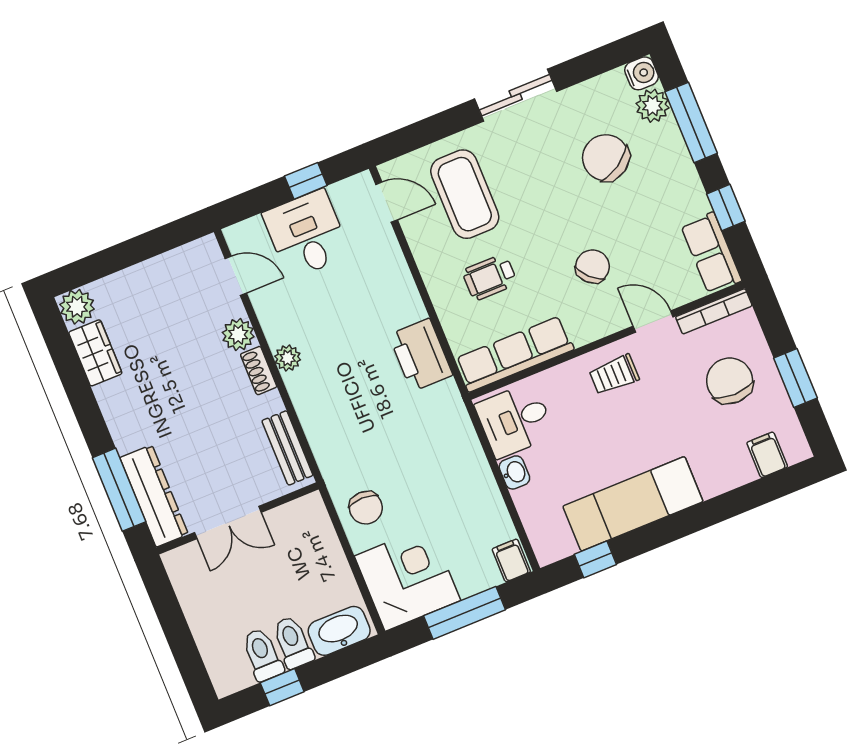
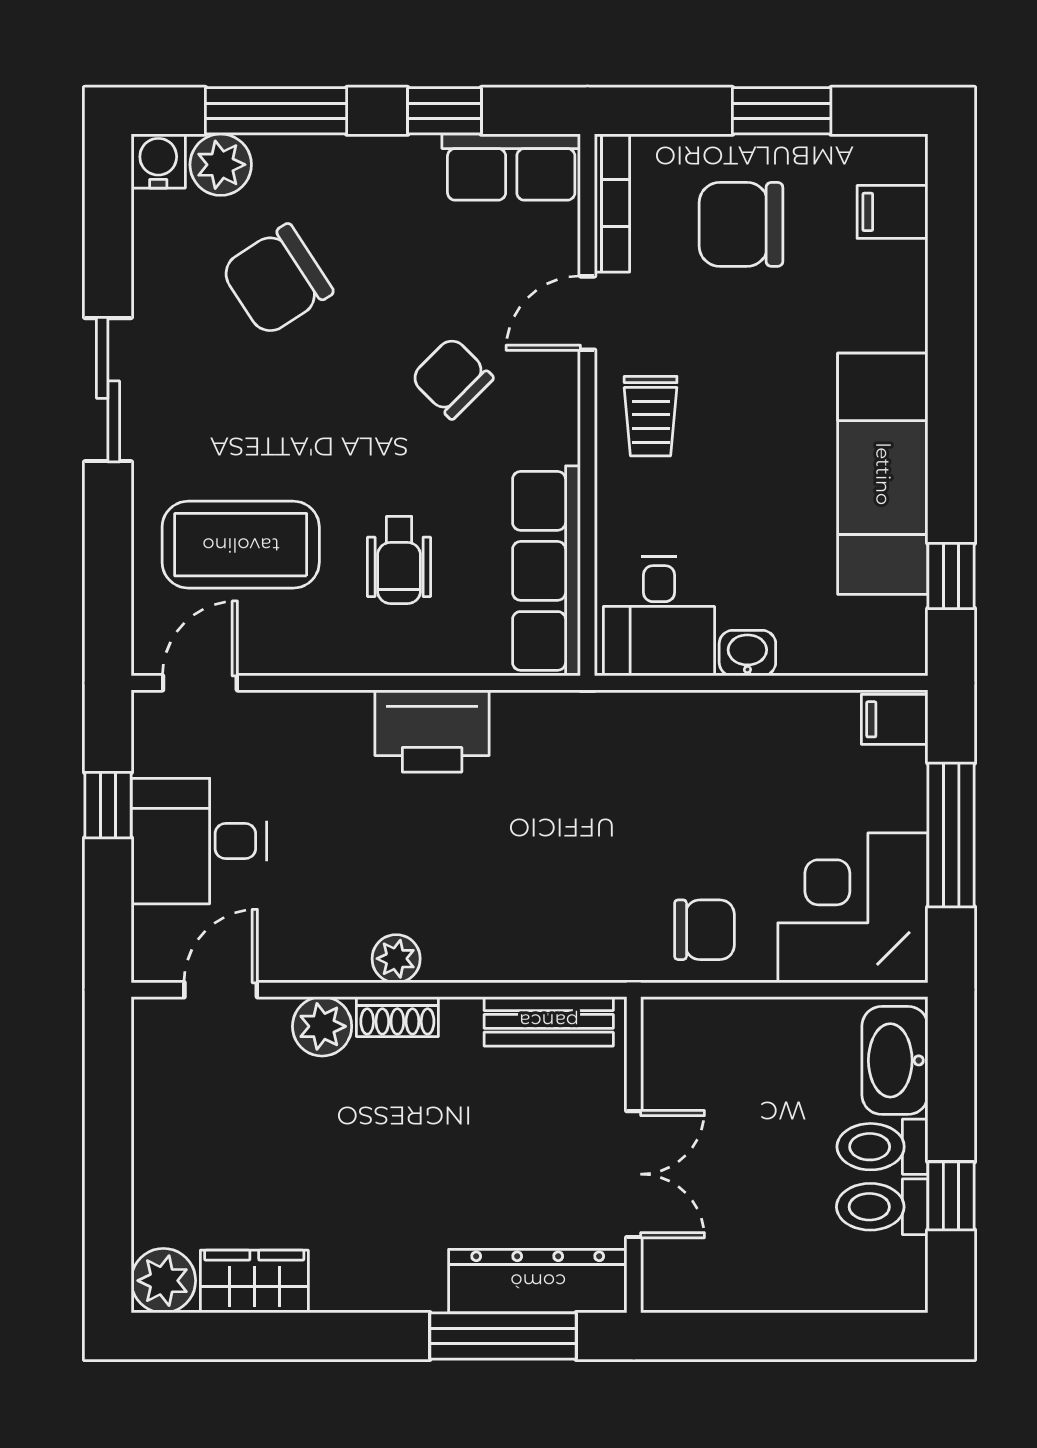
printer: (421, 355) -> (432, 731), moved

